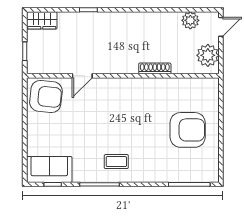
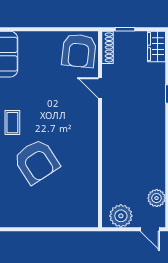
shoe rack: (155, 68) -> (108, 47), moved
armchair: (188, 130) -> (36, 161), moved, turned -33

